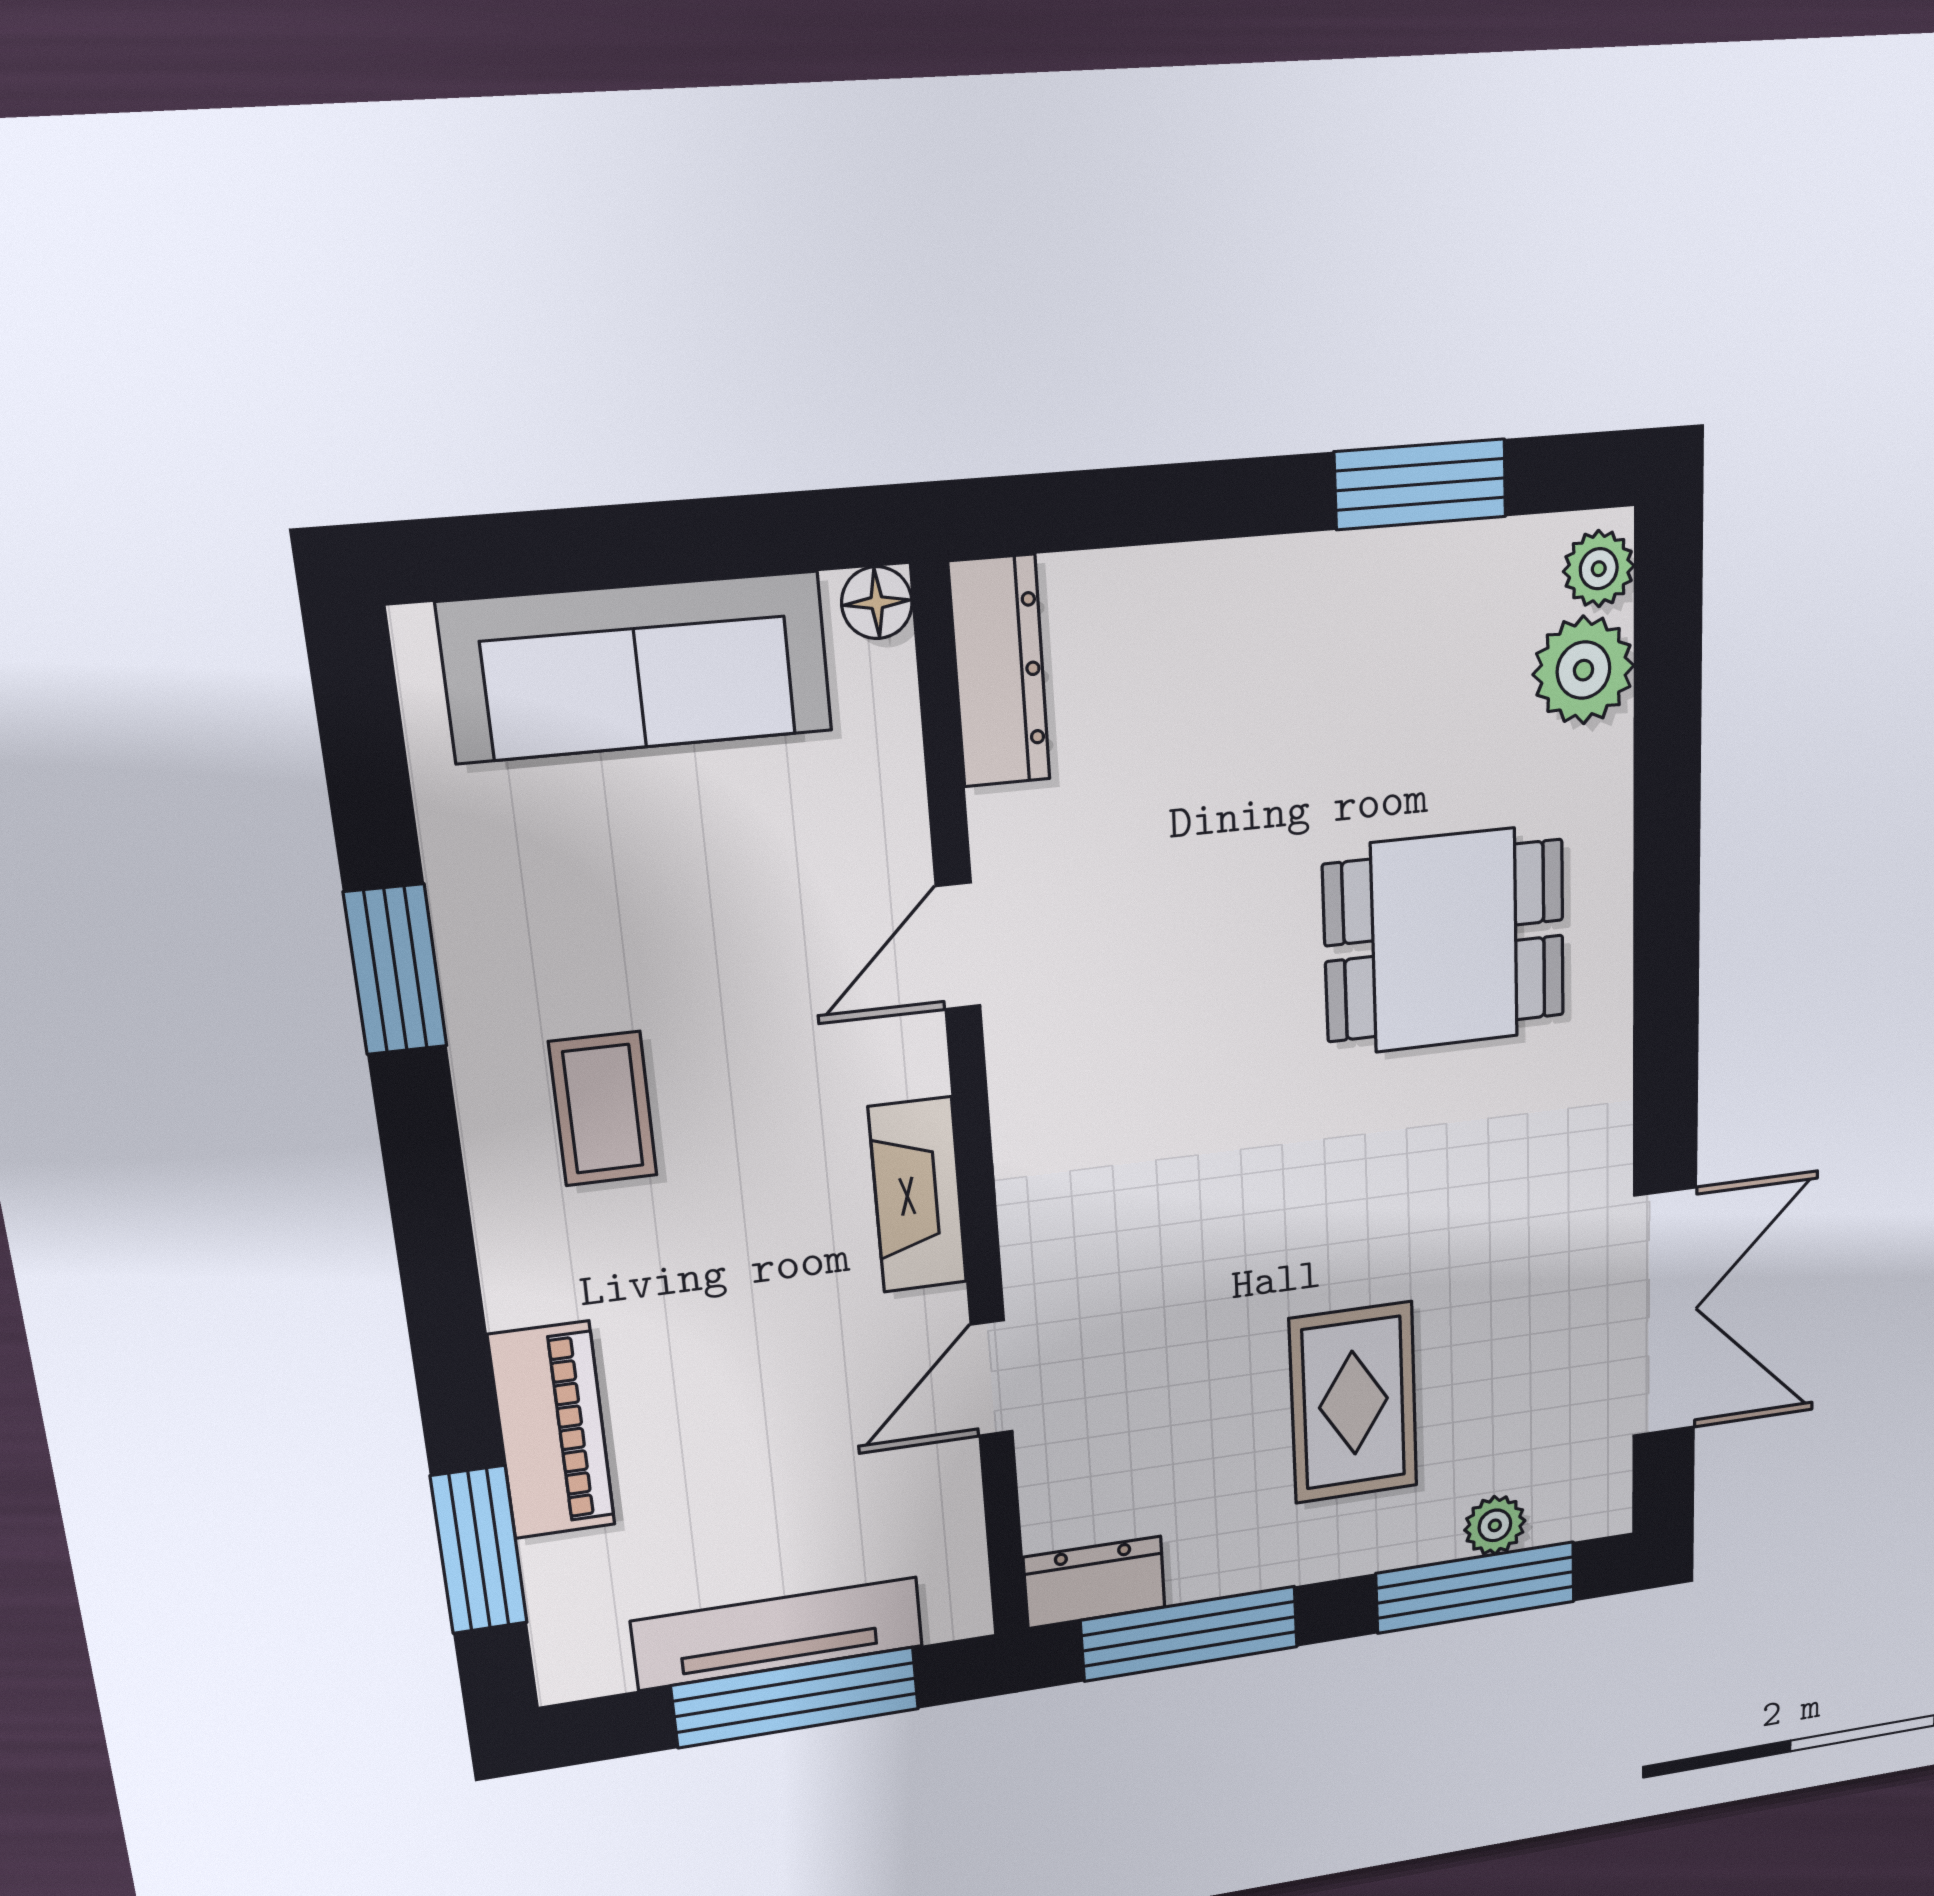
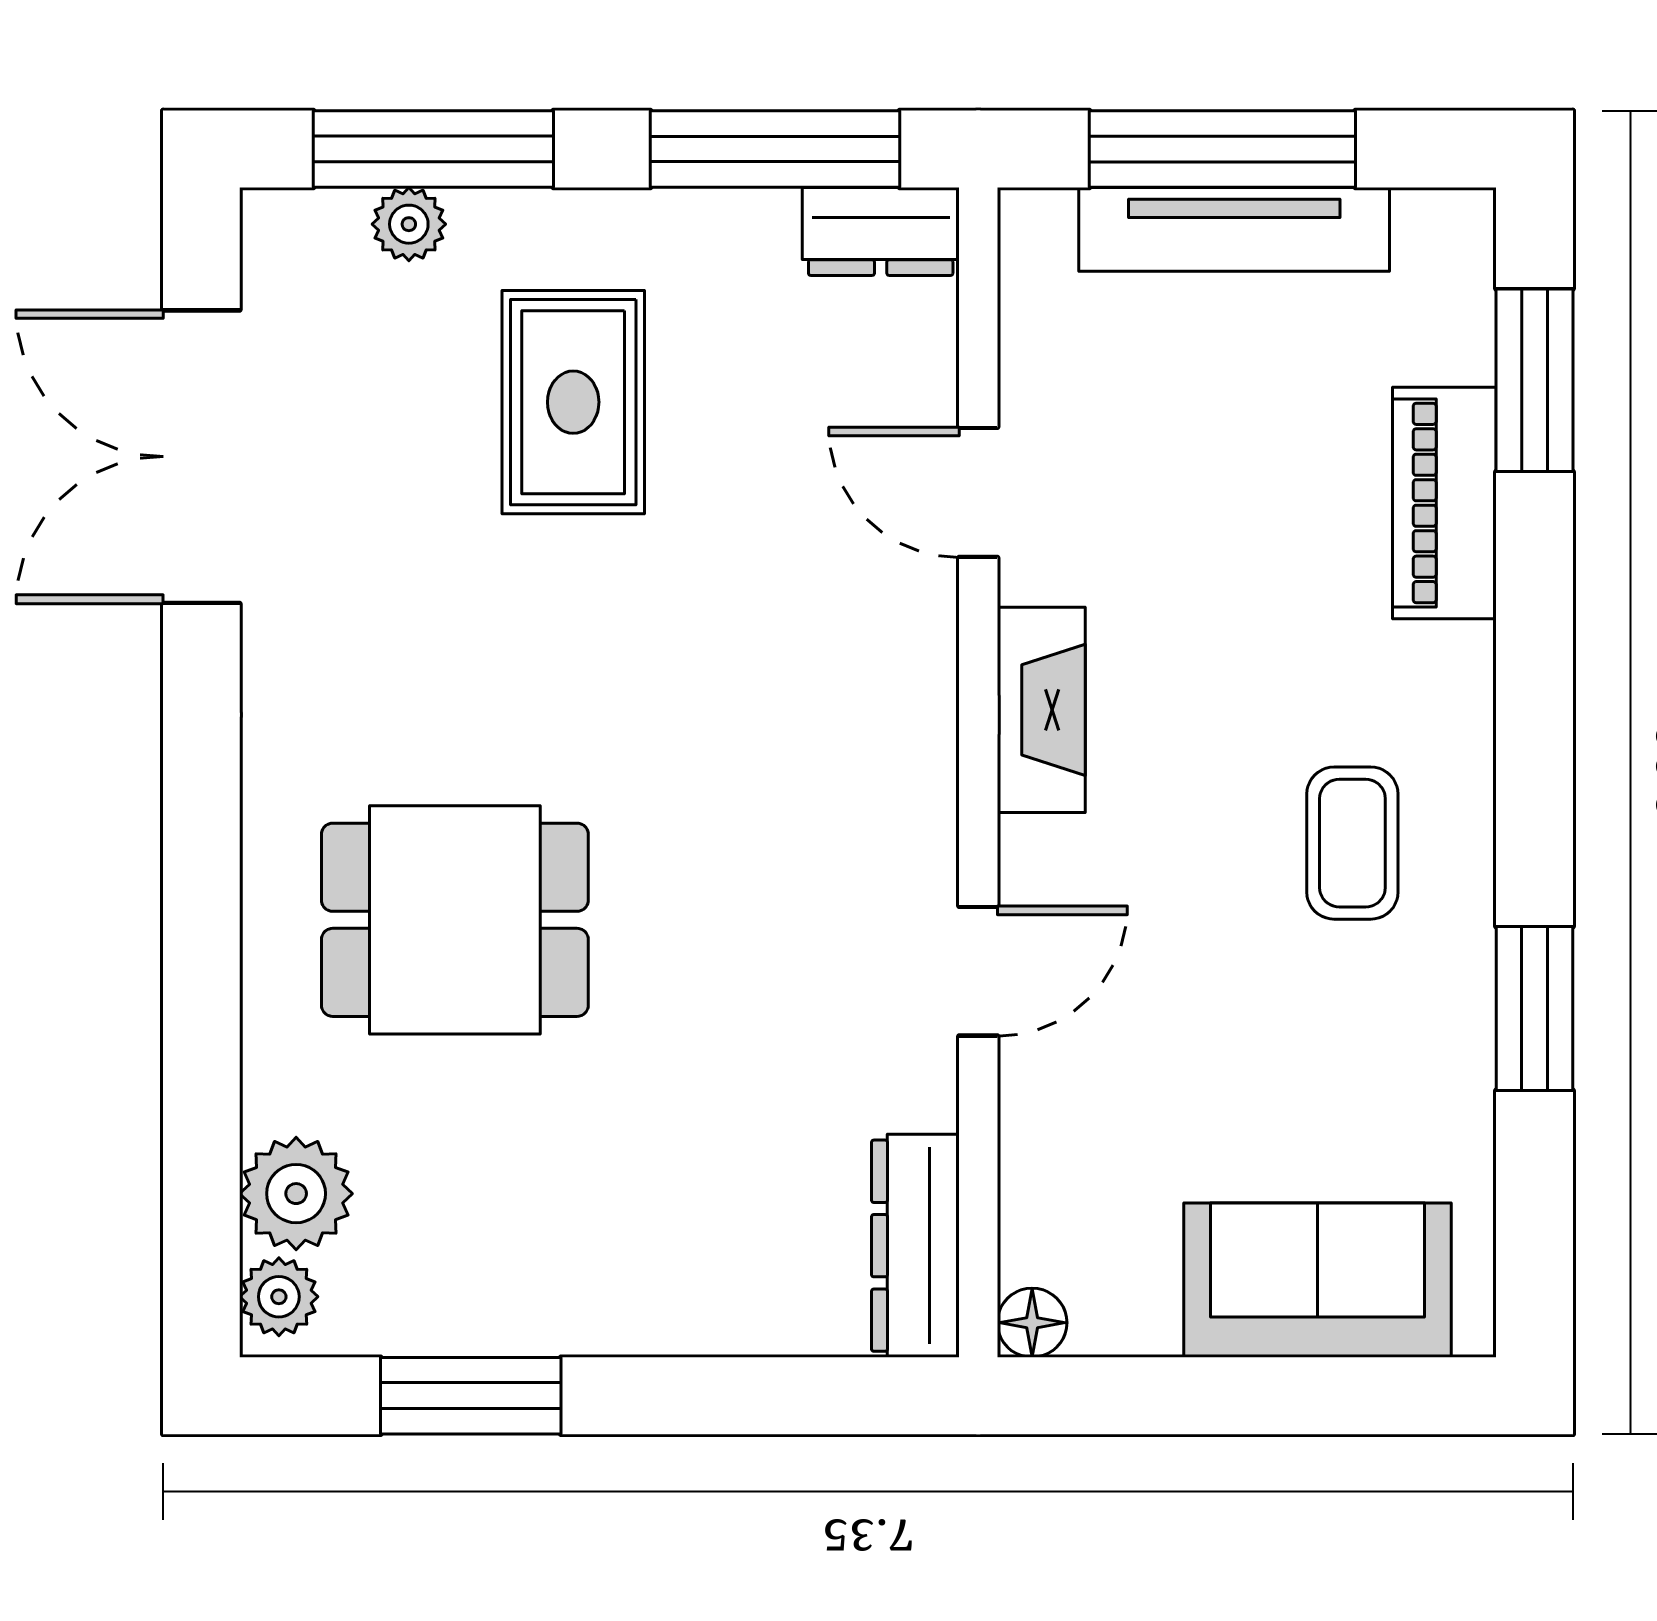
sofa: (637, 667) -> (1318, 1280), width x0.73
door: (992, 1378) -> (978, 492), swing flipped

